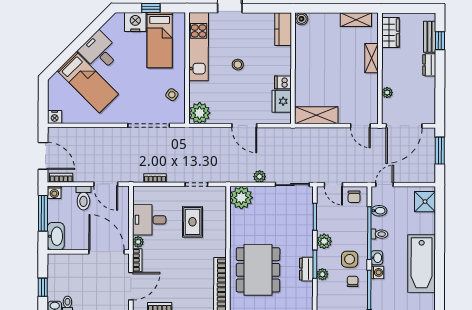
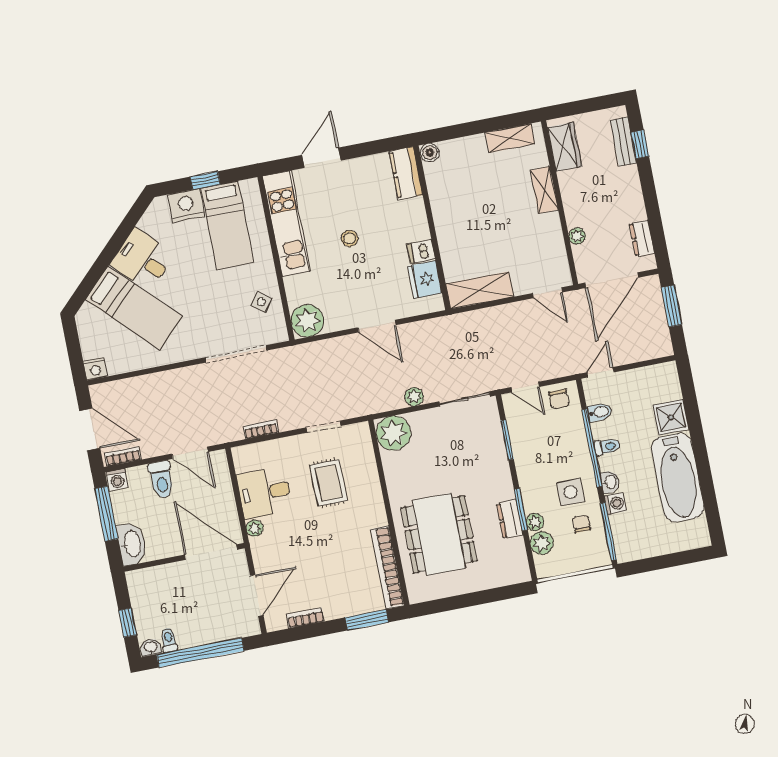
dresser: (429, 65) -> (642, 238), moved
shower: (425, 202) -> (671, 417), moved
plant: (324, 241) -> (542, 543), moved
bookcase: (137, 260) -> (259, 555), removed

